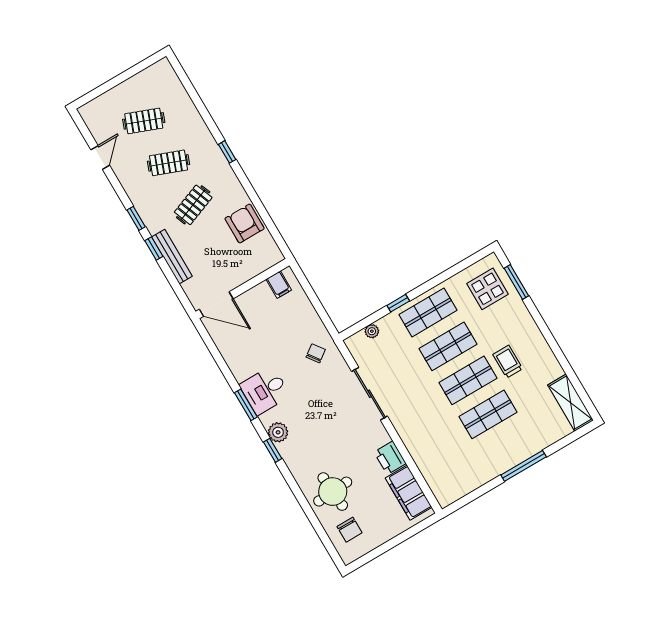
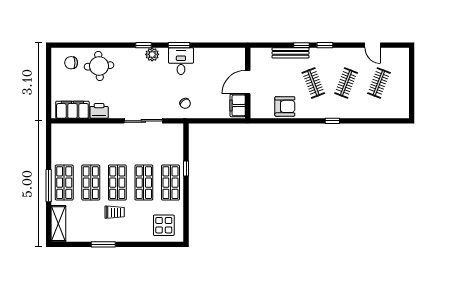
window: (516, 282) -> (103, 244), moved
filing cabinet: (279, 285) -> (238, 105), width x2.00
door: (216, 304) -> (248, 82), moved
plant: (372, 331) -> (179, 144), removed
shelving: (571, 403) -> (58, 224), moved, turned 90
shop shelf: (508, 448) -> (64, 183), added

